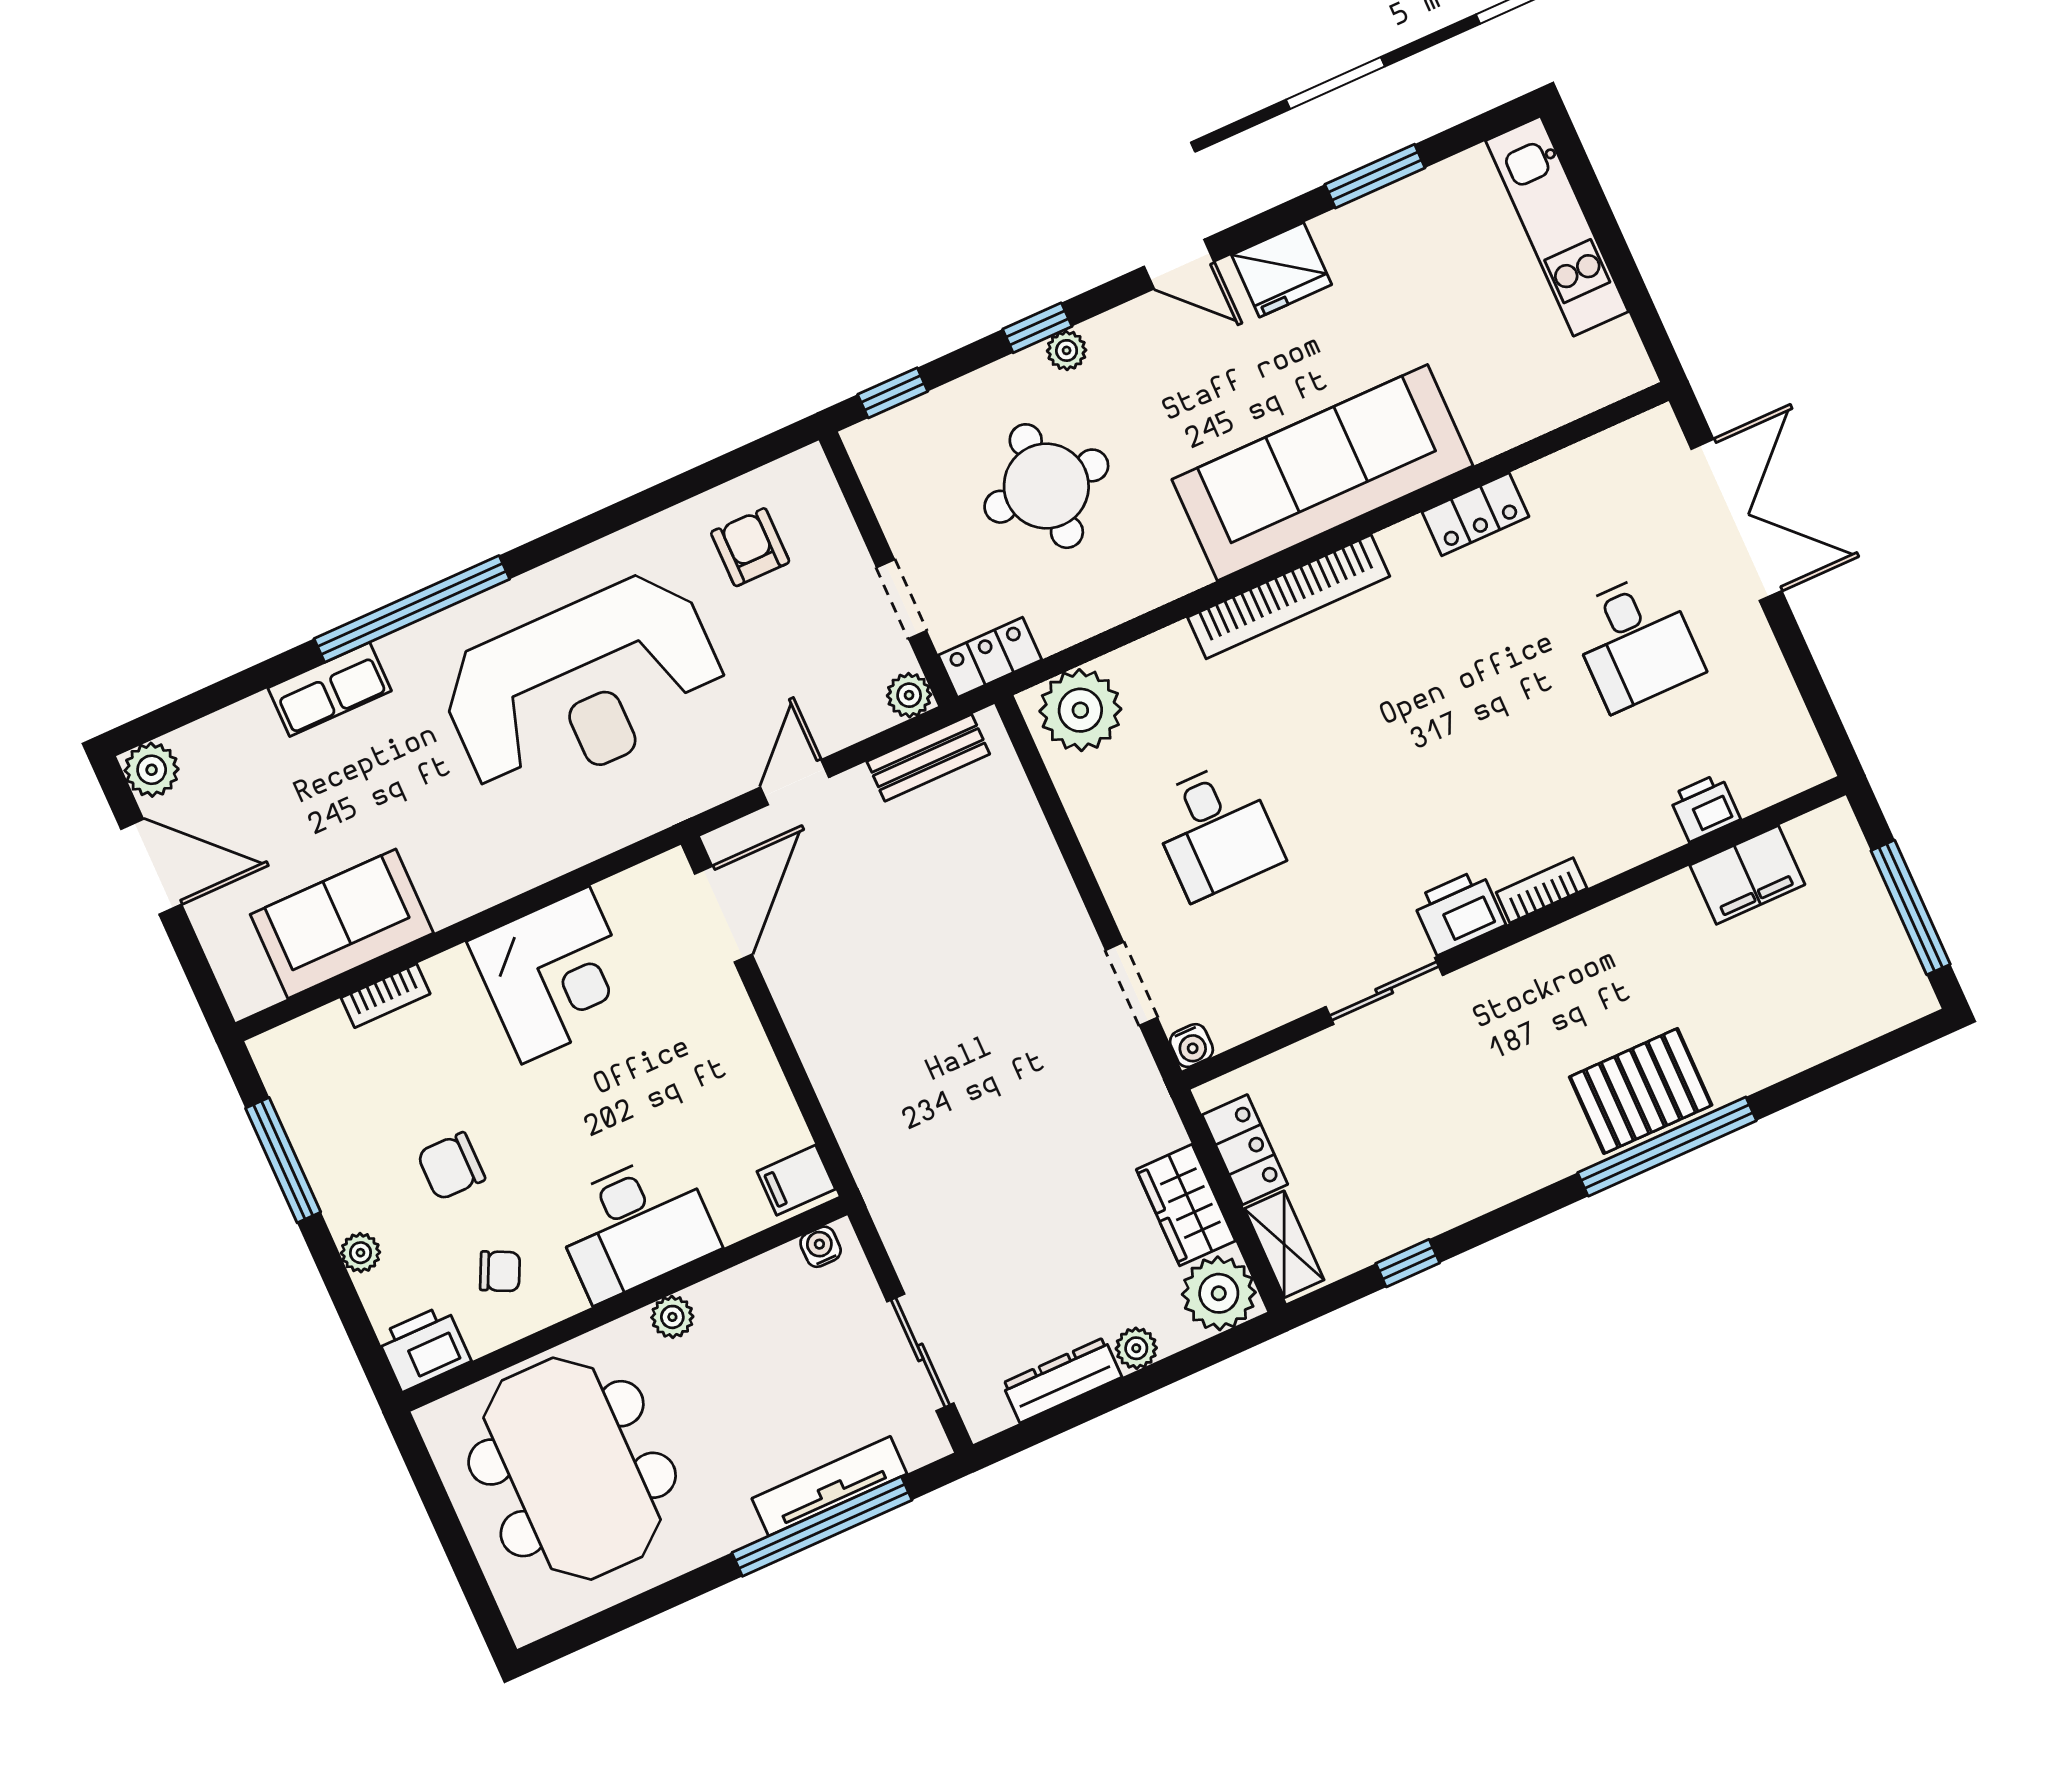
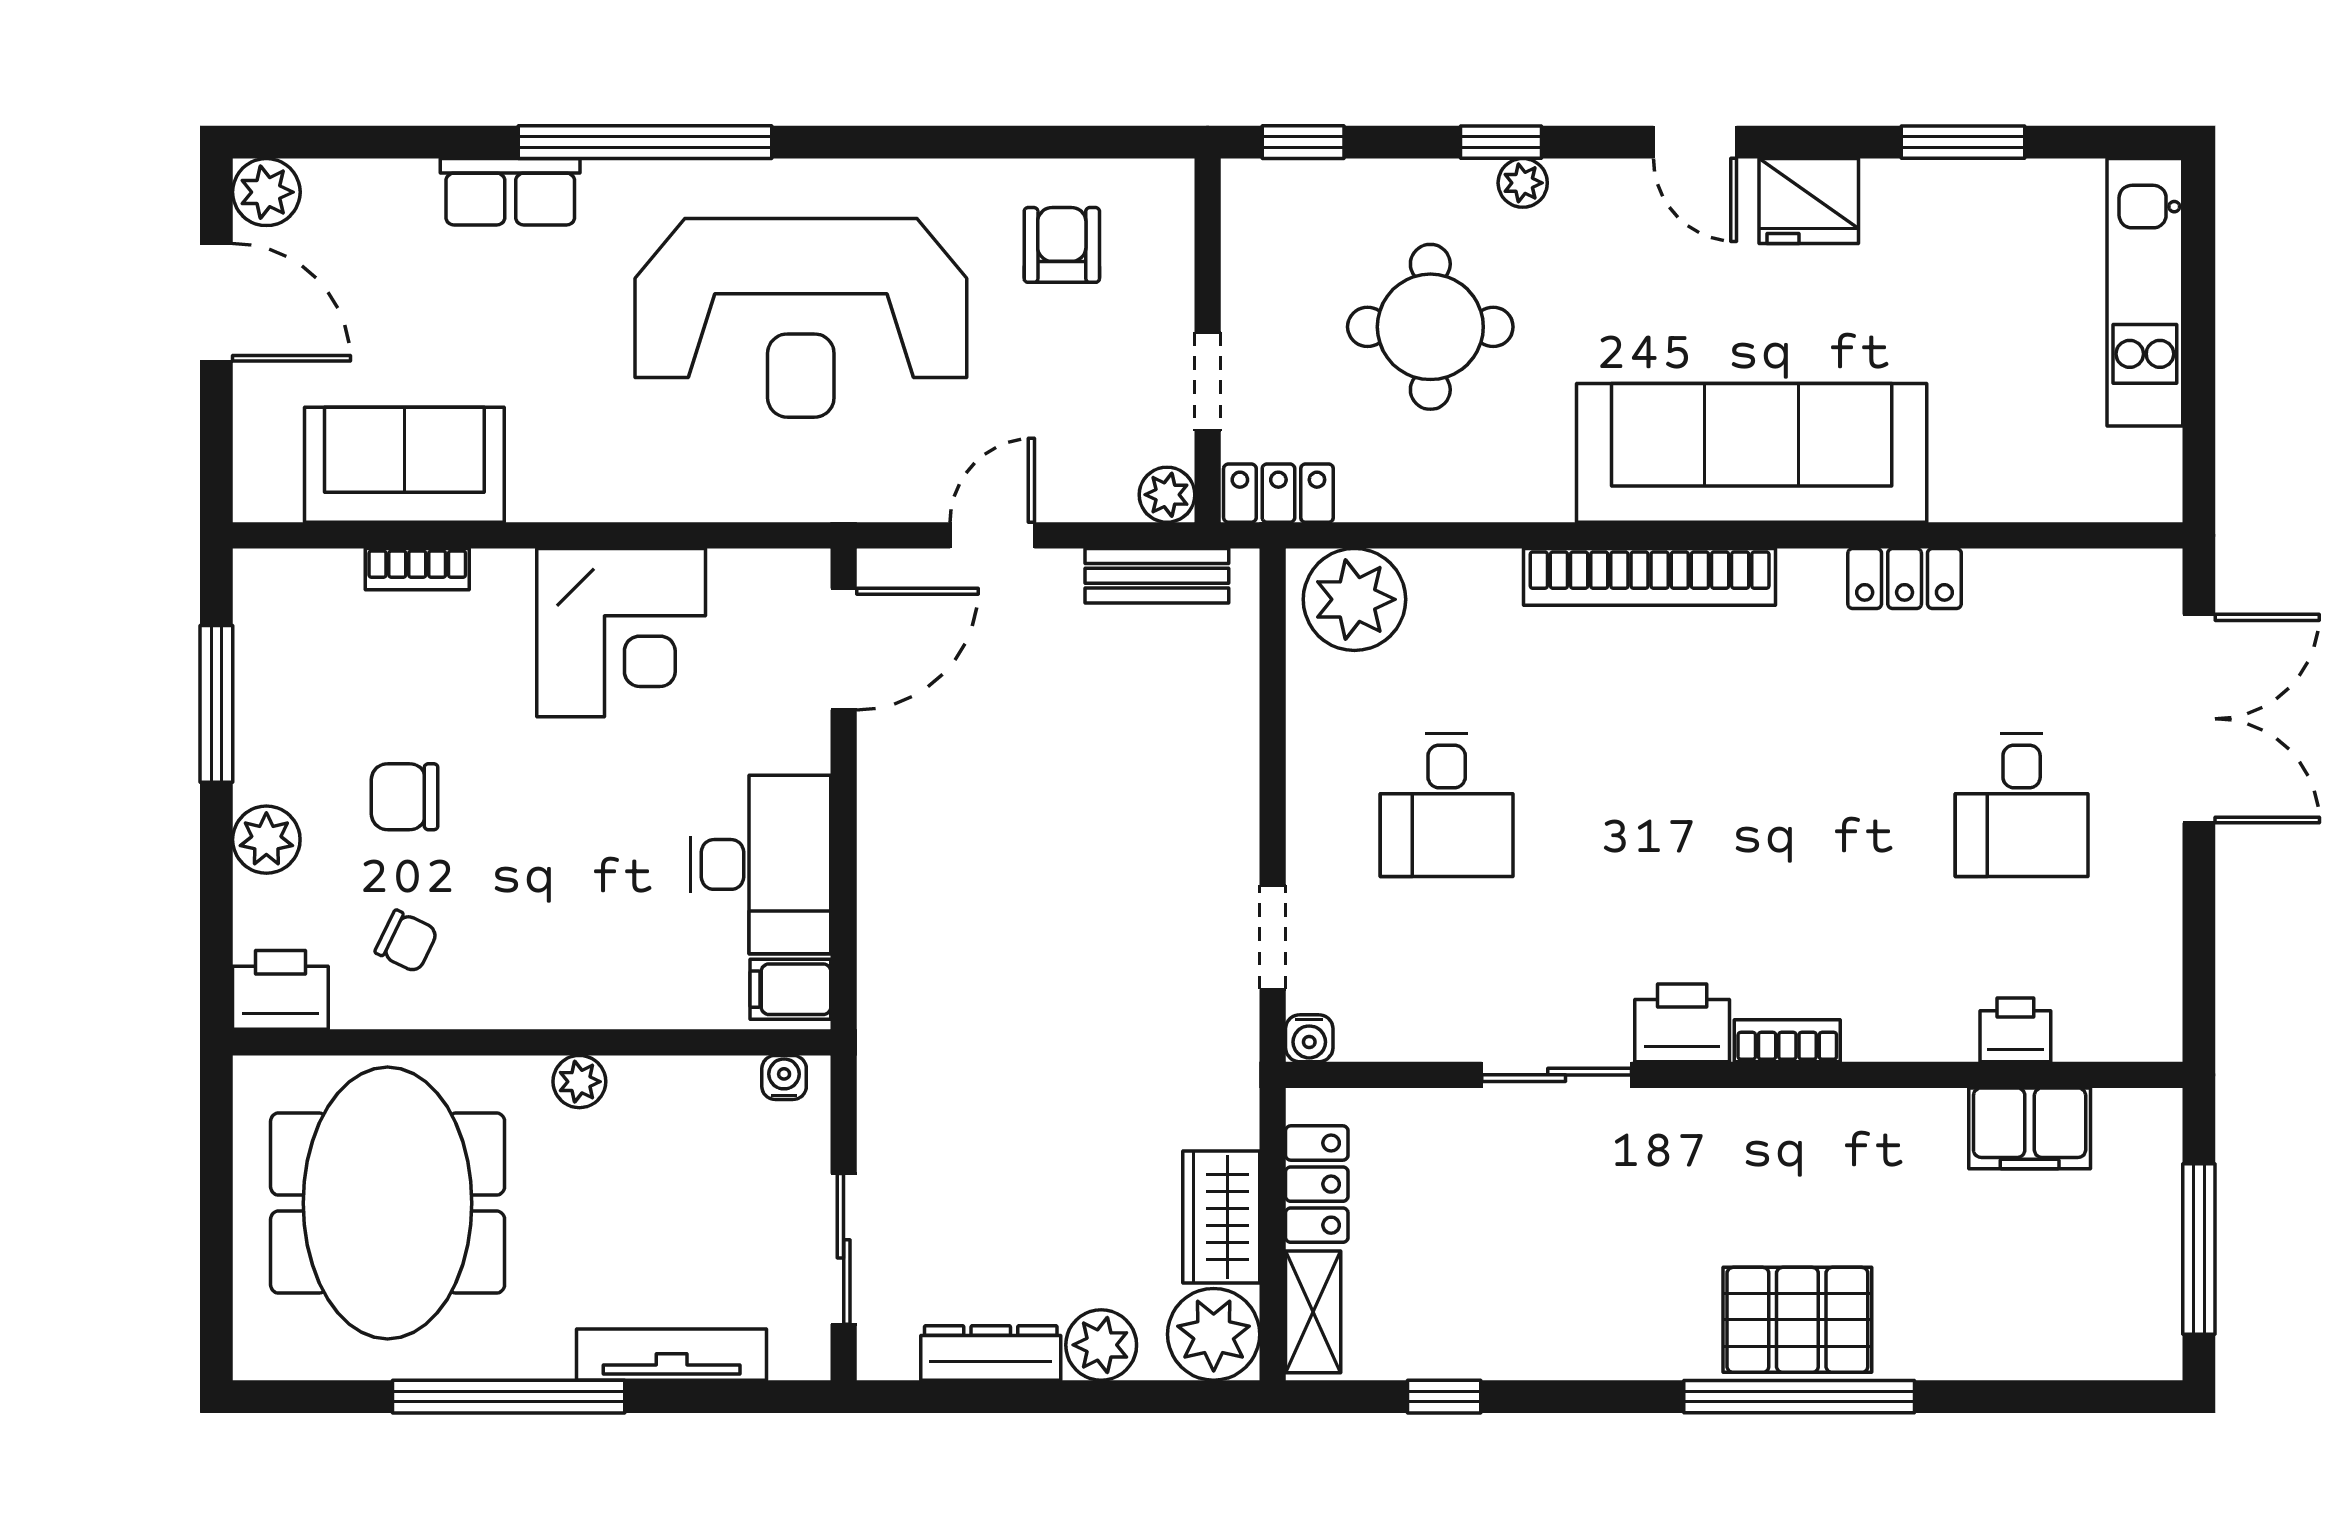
desk: (635, 1226) -> (760, 864), moved, turned -90
plant: (360, 1253) -> (266, 840), width x1.38, depth x1.38
plant: (1136, 1348) -> (1101, 1345), width x1.38, depth x1.38
window: (822, 1526) -> (509, 1397), moved

